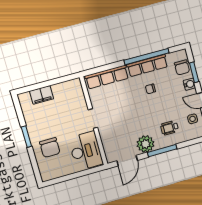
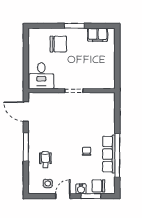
row of seats: (107, 77) -> (108, 114), removed
filing cabinet: (42, 95) -> (98, 35), moved, turned -90
plant: (145, 144) -> (37, 133), removed
chair: (50, 148) -> (58, 44), turned 180
desk: (86, 151) -> (41, 76), width x0.73

